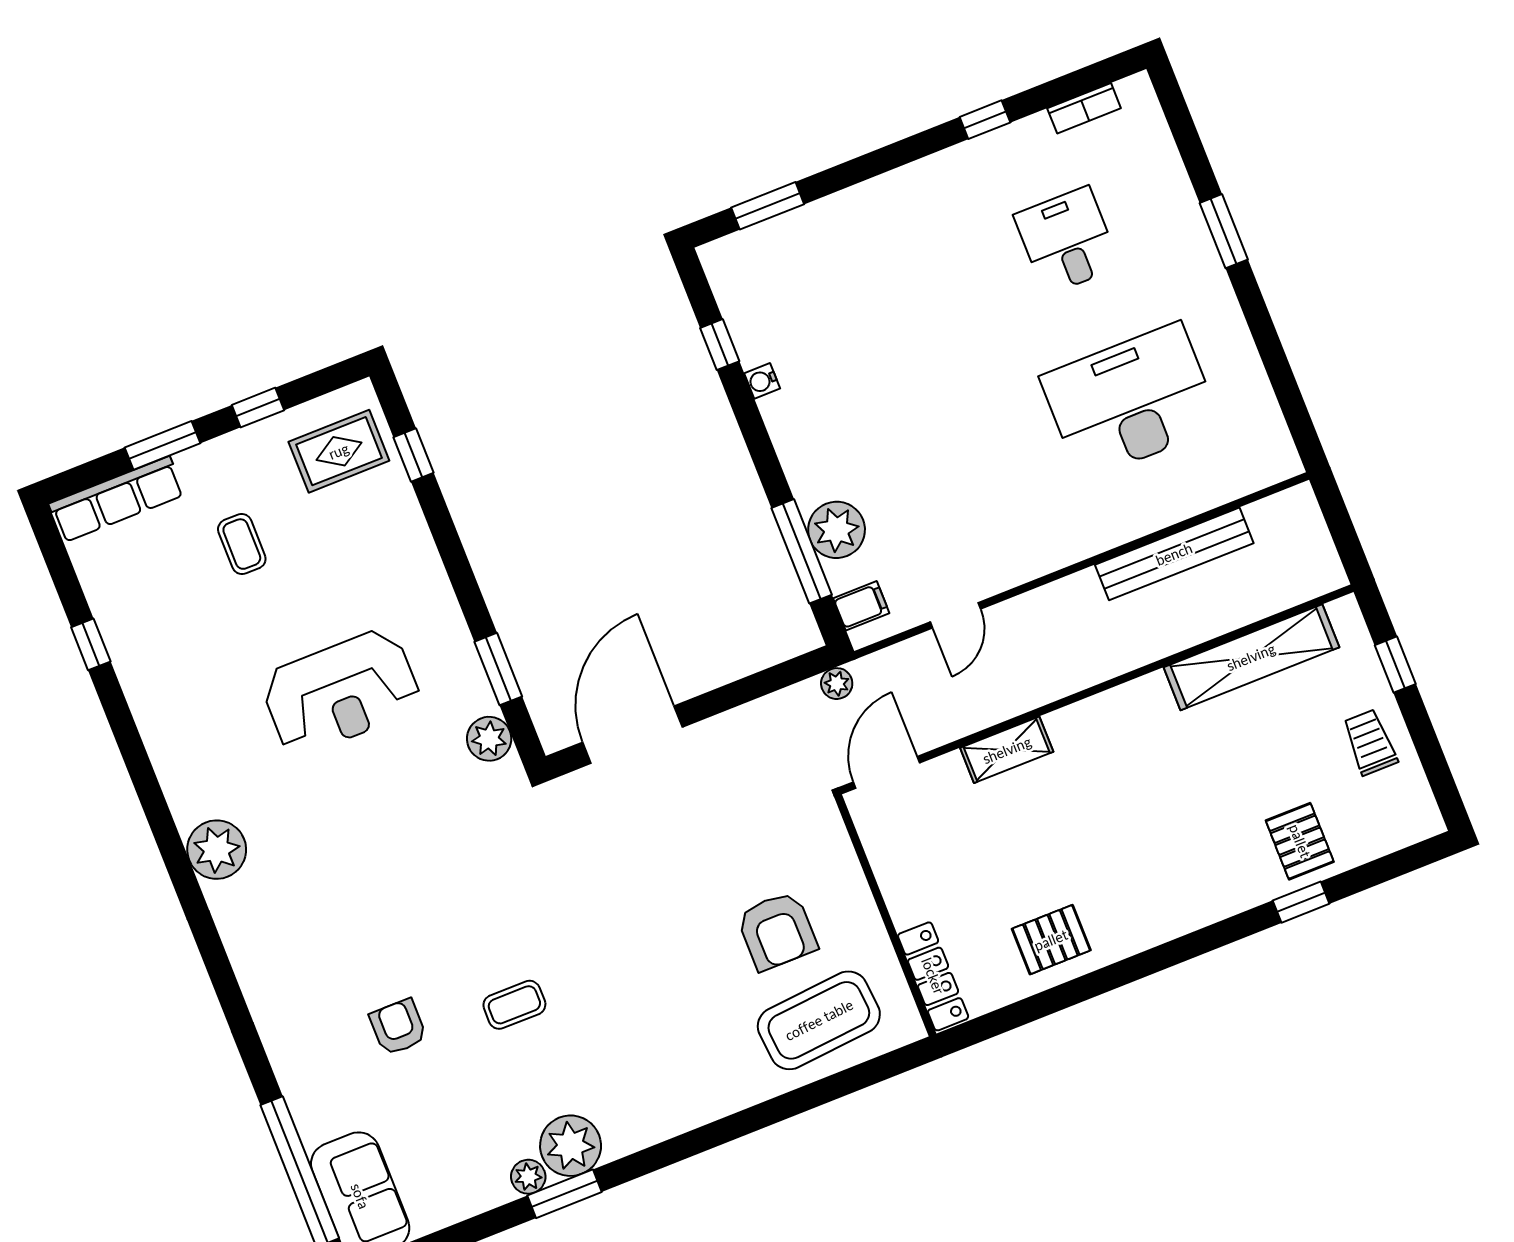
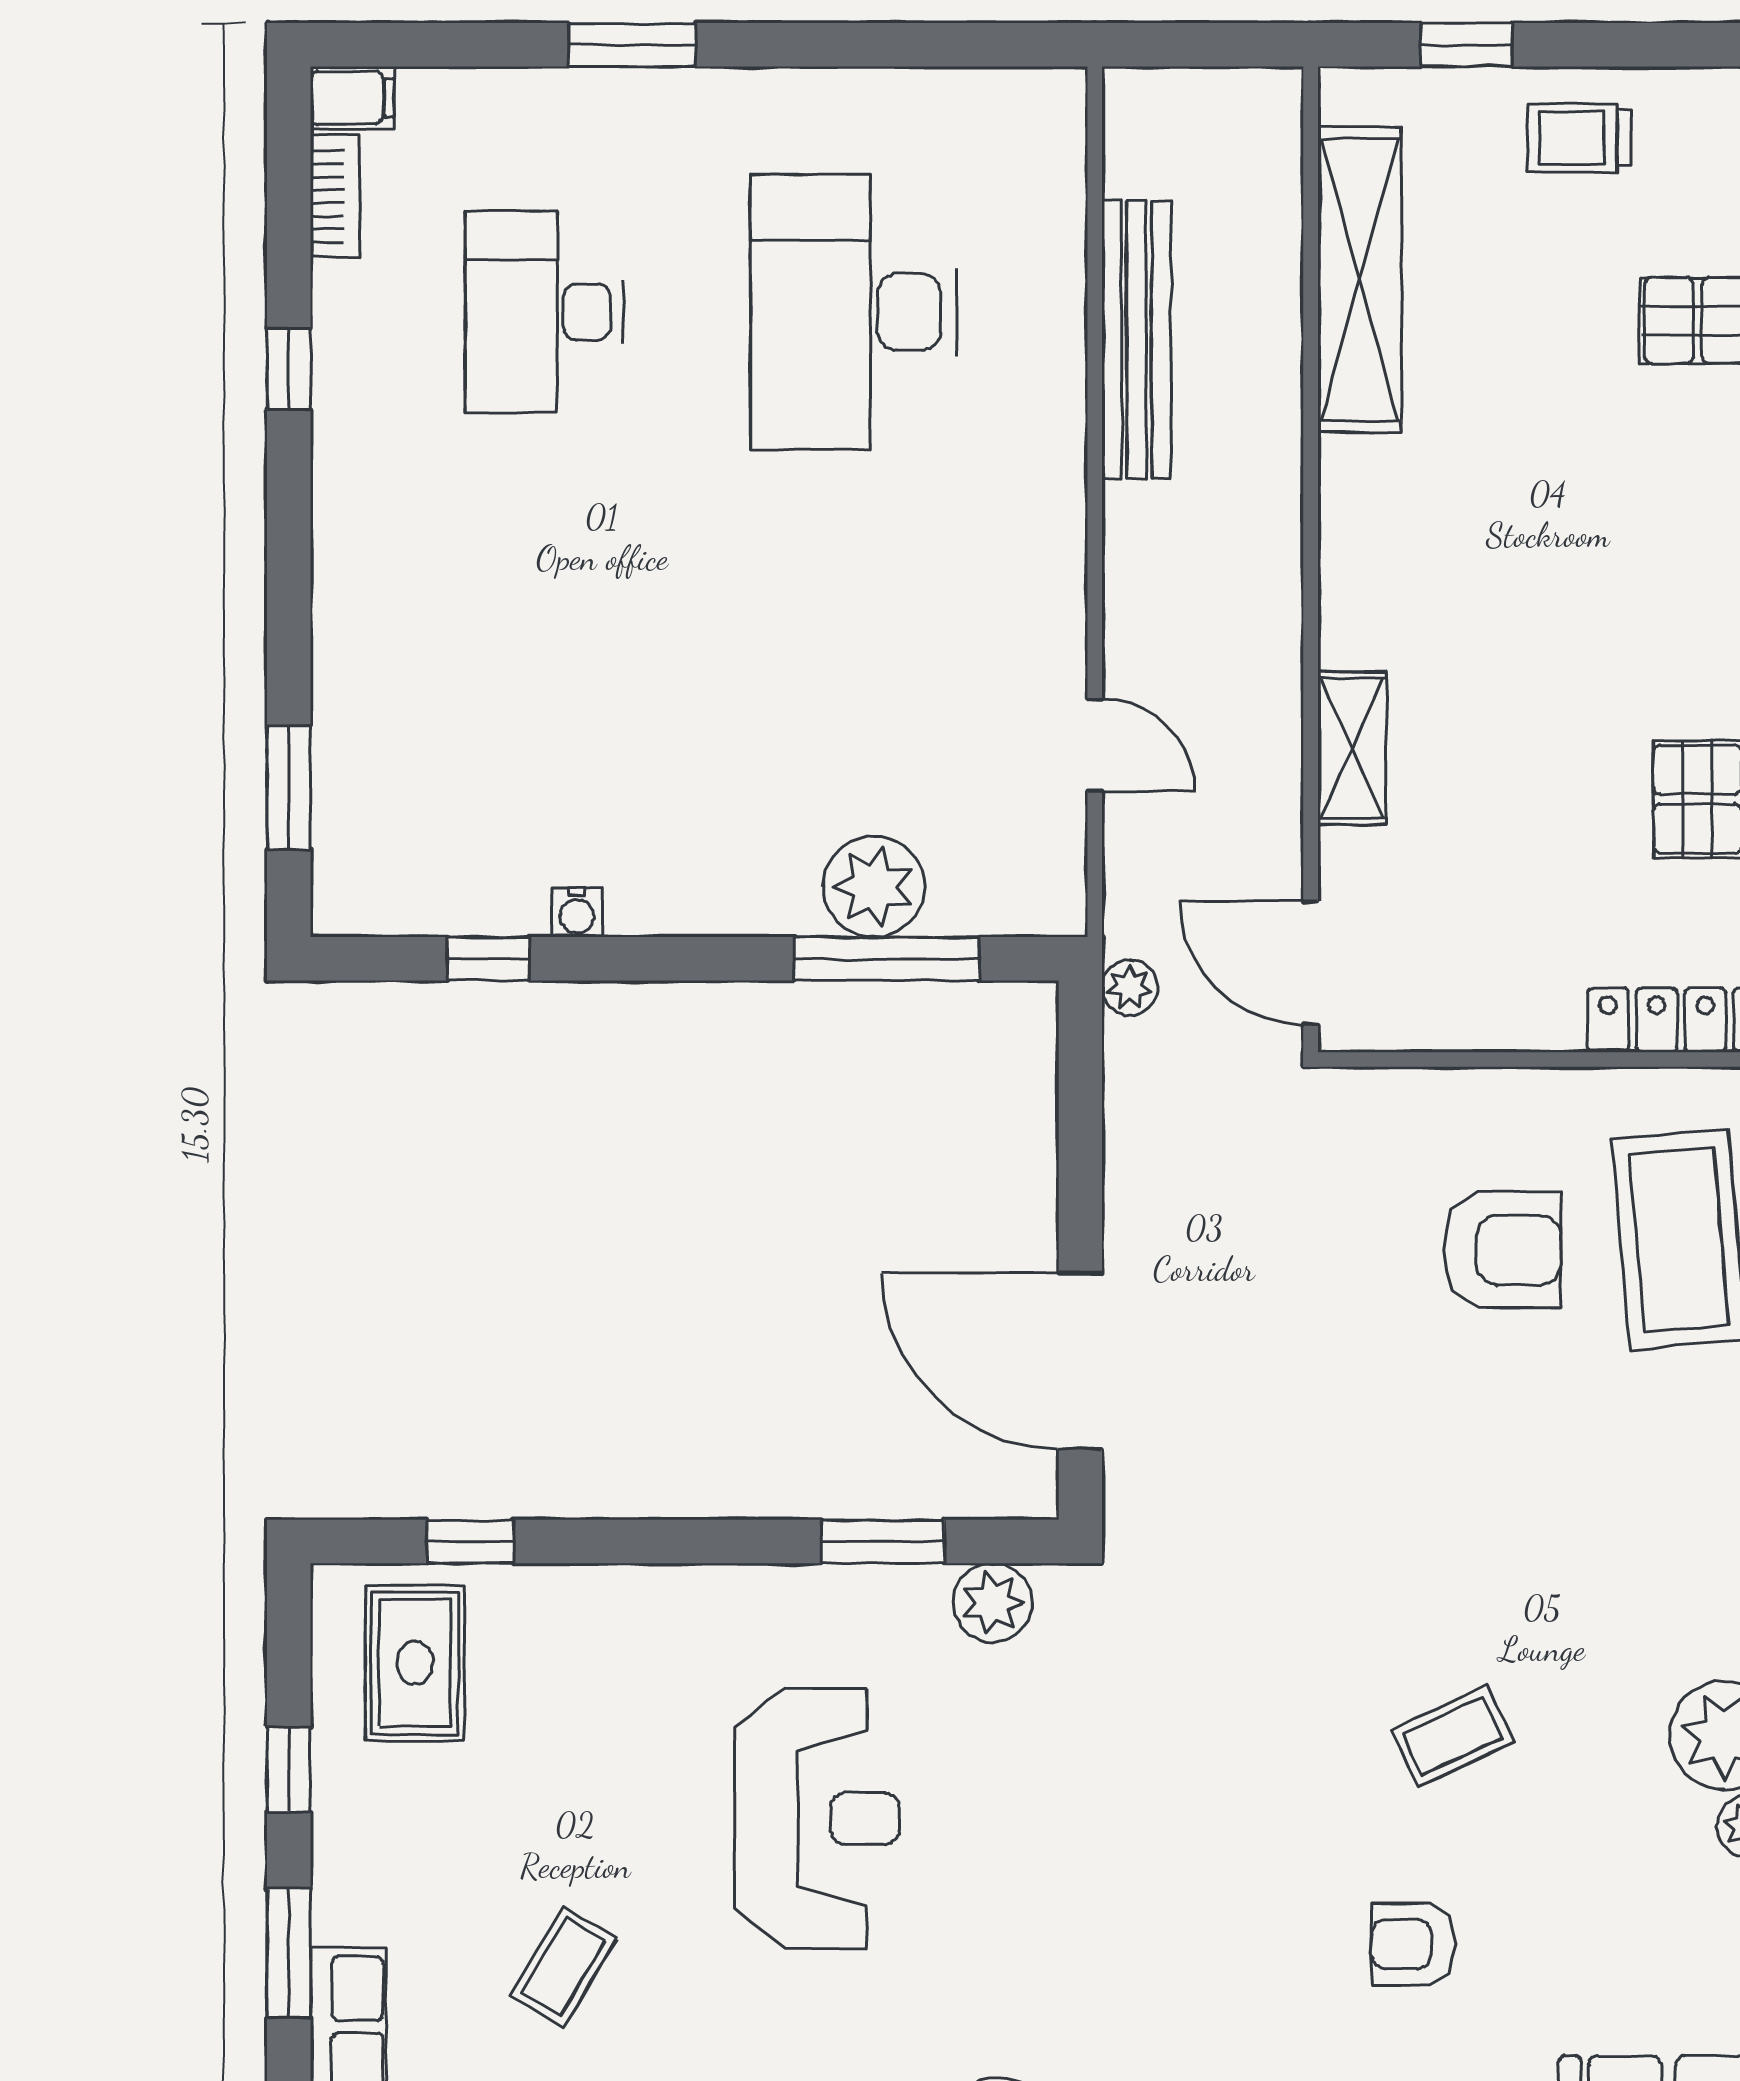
desk: (1067, 241) -> (544, 312), width x1.37
coffee table: (242, 544) -> (564, 1967), moved, turned -59
filing cabinet: (861, 606) -> (352, 98), moved, turned 90
coffee table: (514, 1005) -> (1452, 1736), turned 65

